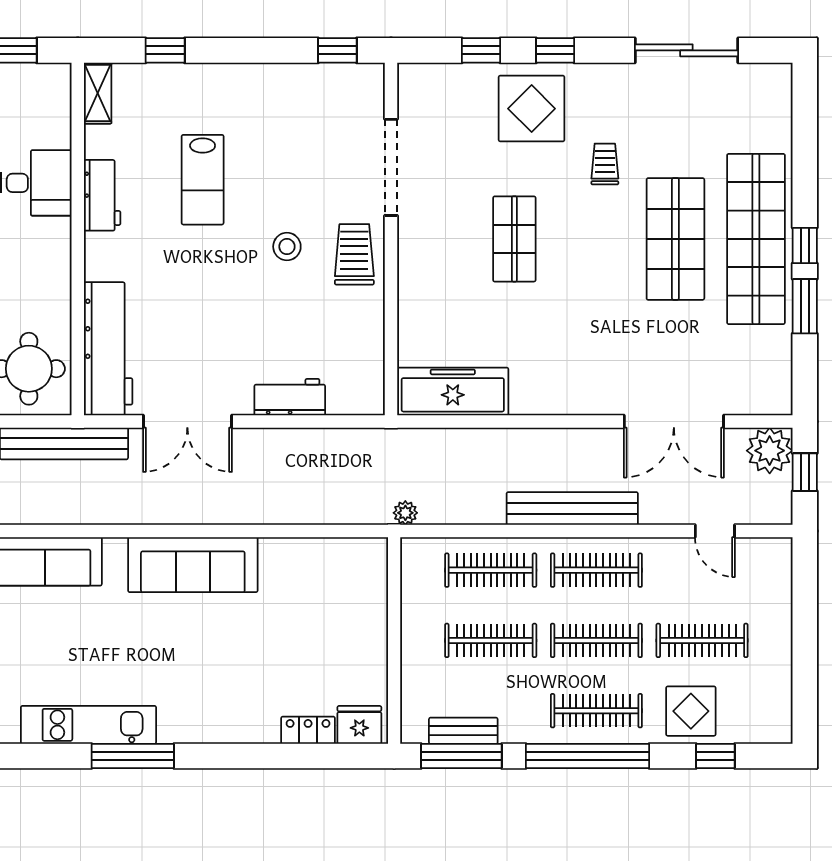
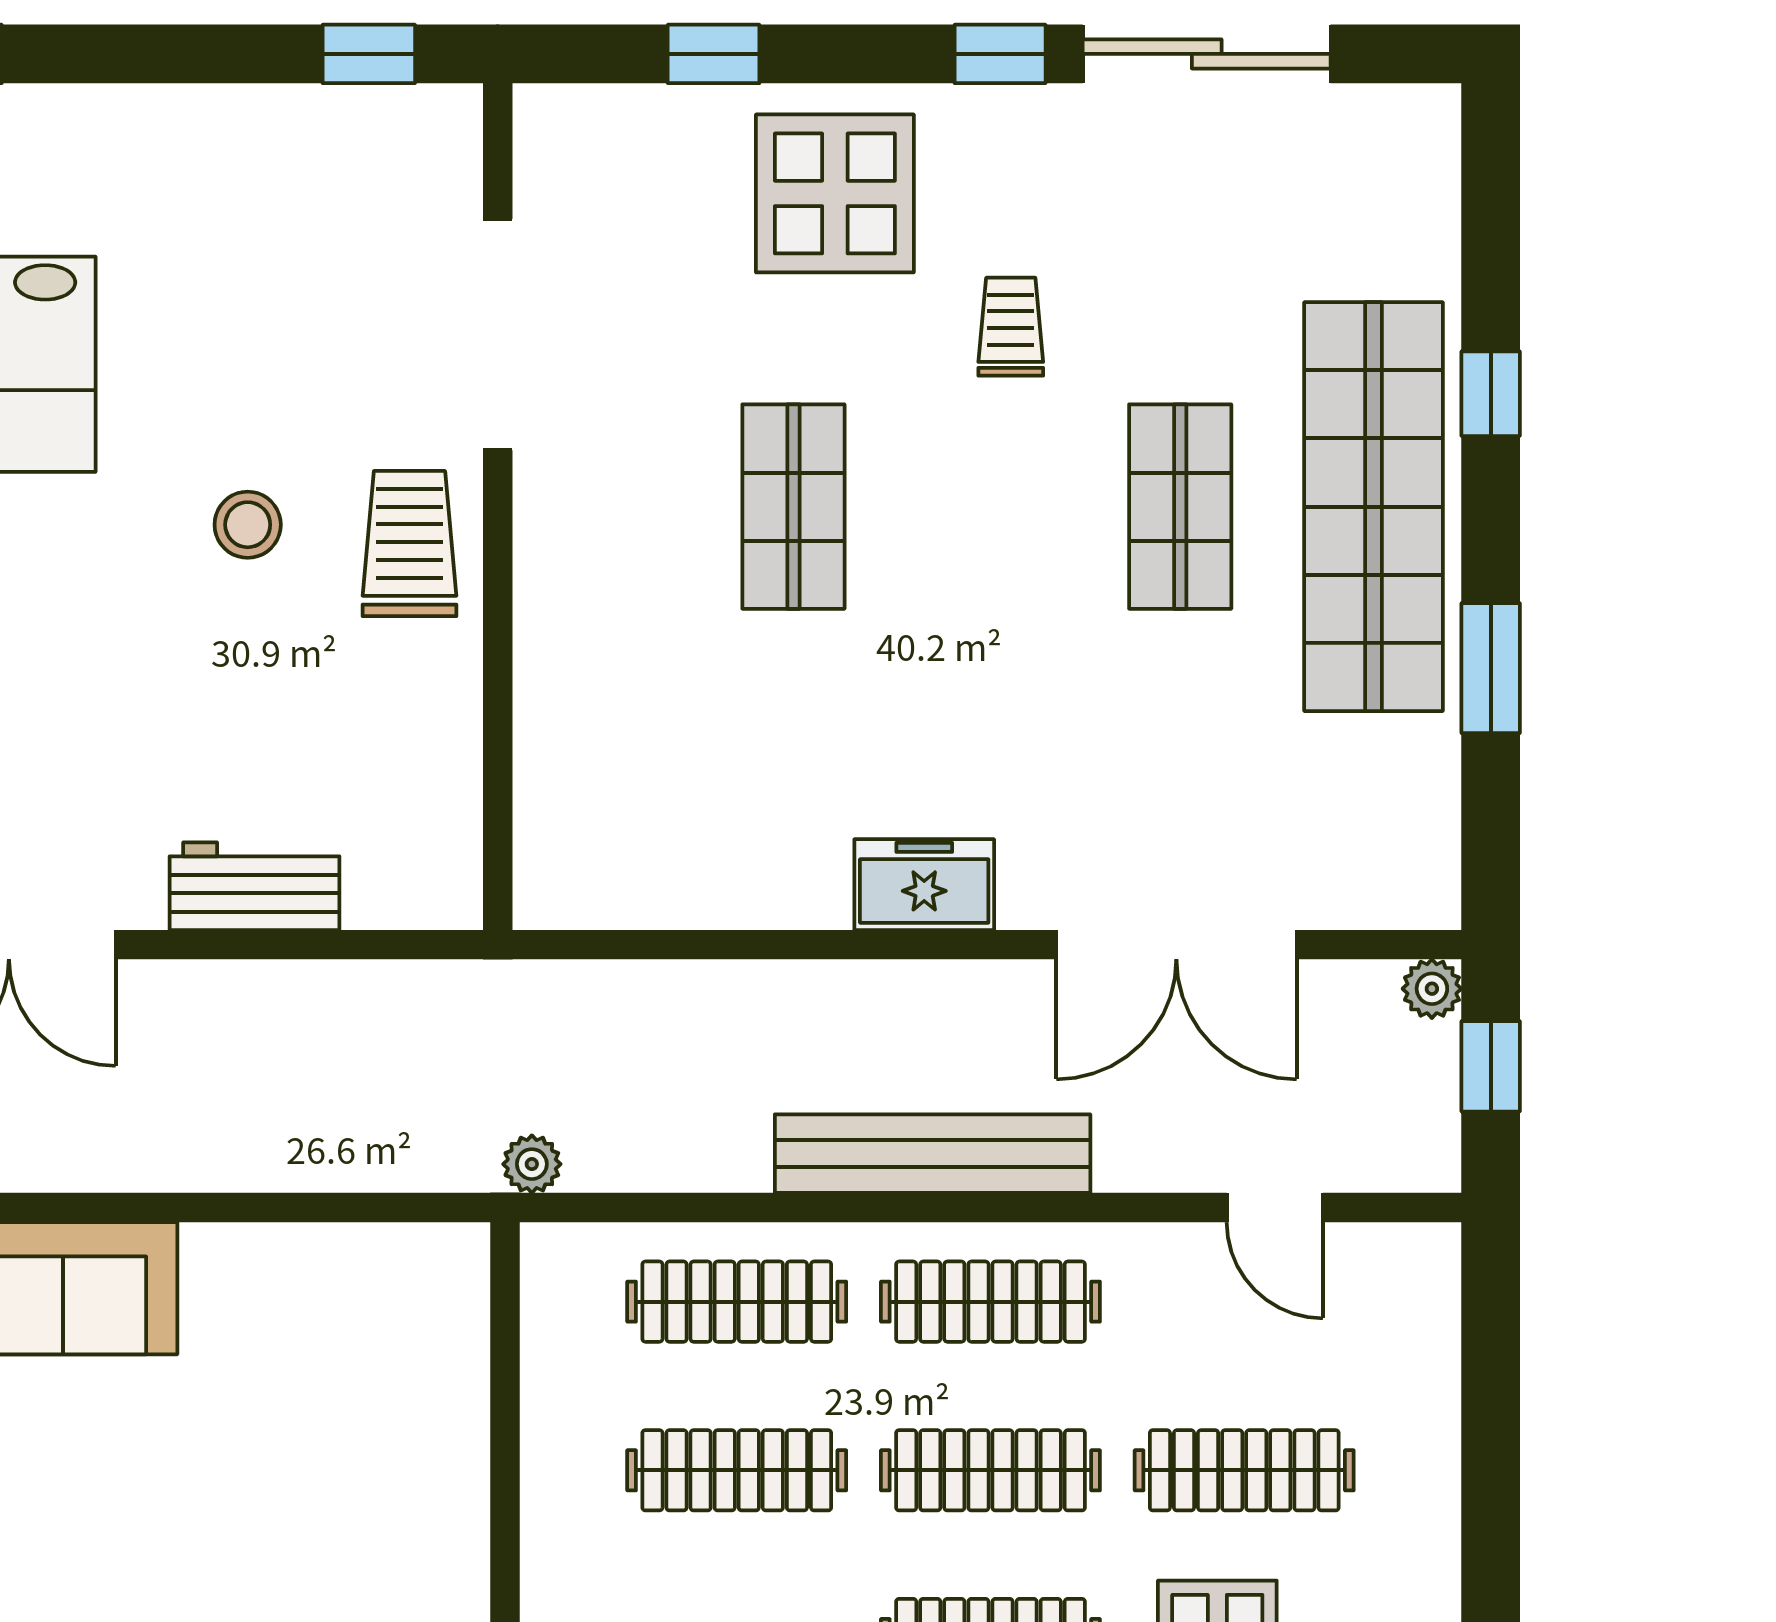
window: (555, 50) -> (1000, 54), moved
shop shelf: (675, 239) -> (1180, 507), width x0.70, depth x0.74
window: (805, 246) -> (1491, 394), moved
freezer: (453, 391) -> (924, 885), moved, width x0.52, depth x0.79
plant: (770, 451) -> (1432, 989), width x0.53, depth x0.53

